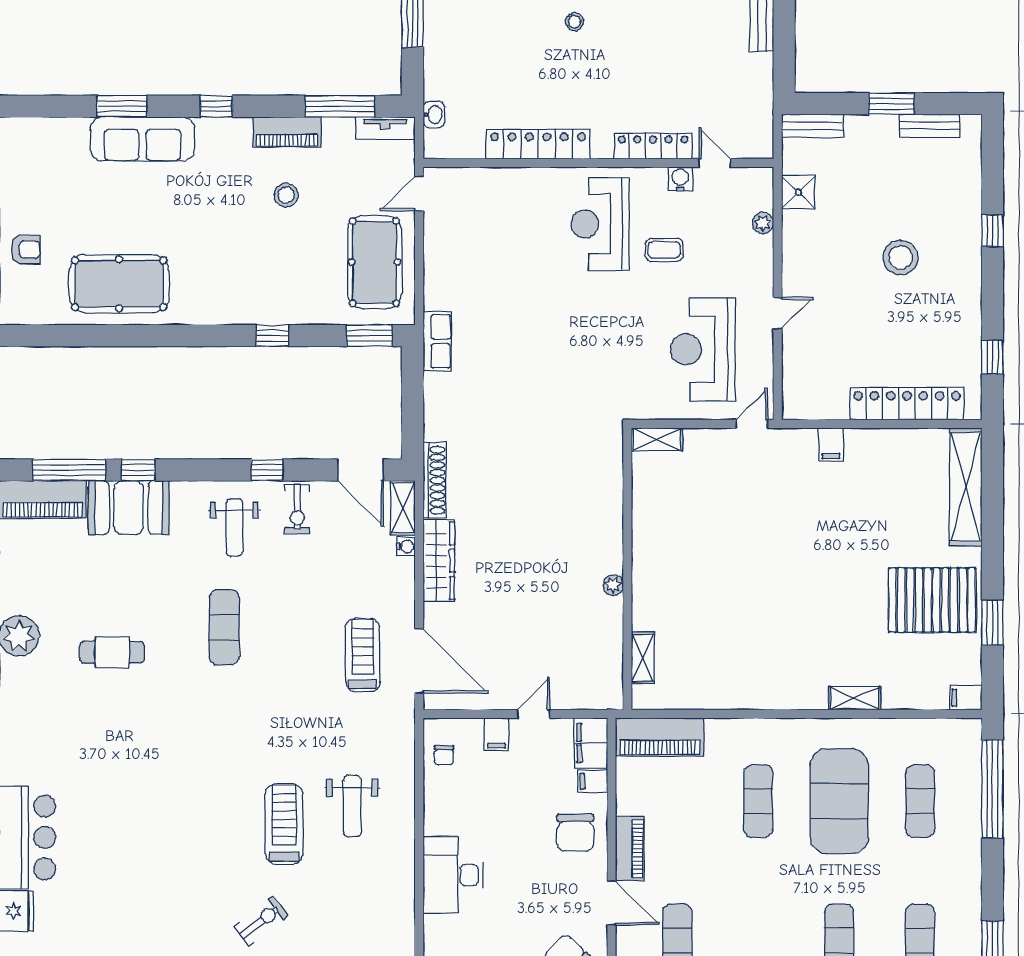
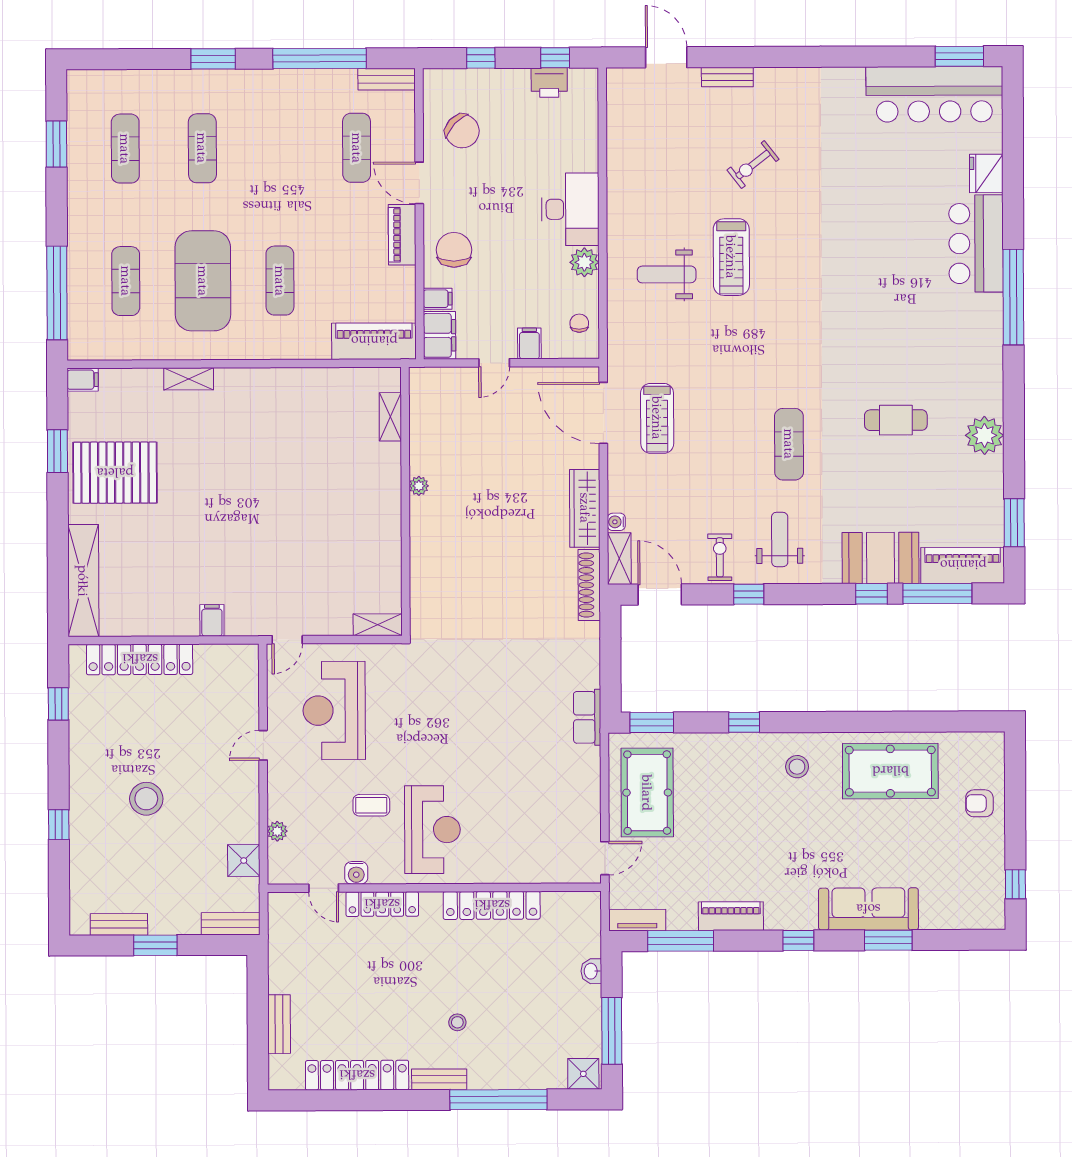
washbasin: (434, 115) -> (591, 971), moved
stool: (286, 195) -> (797, 767), moved
reception desk: (703, 349) -> (334, 711), turned 180
weight bench: (352, 806) -> (667, 274), turned -90
plant: (438, 819) -> (584, 262), added

